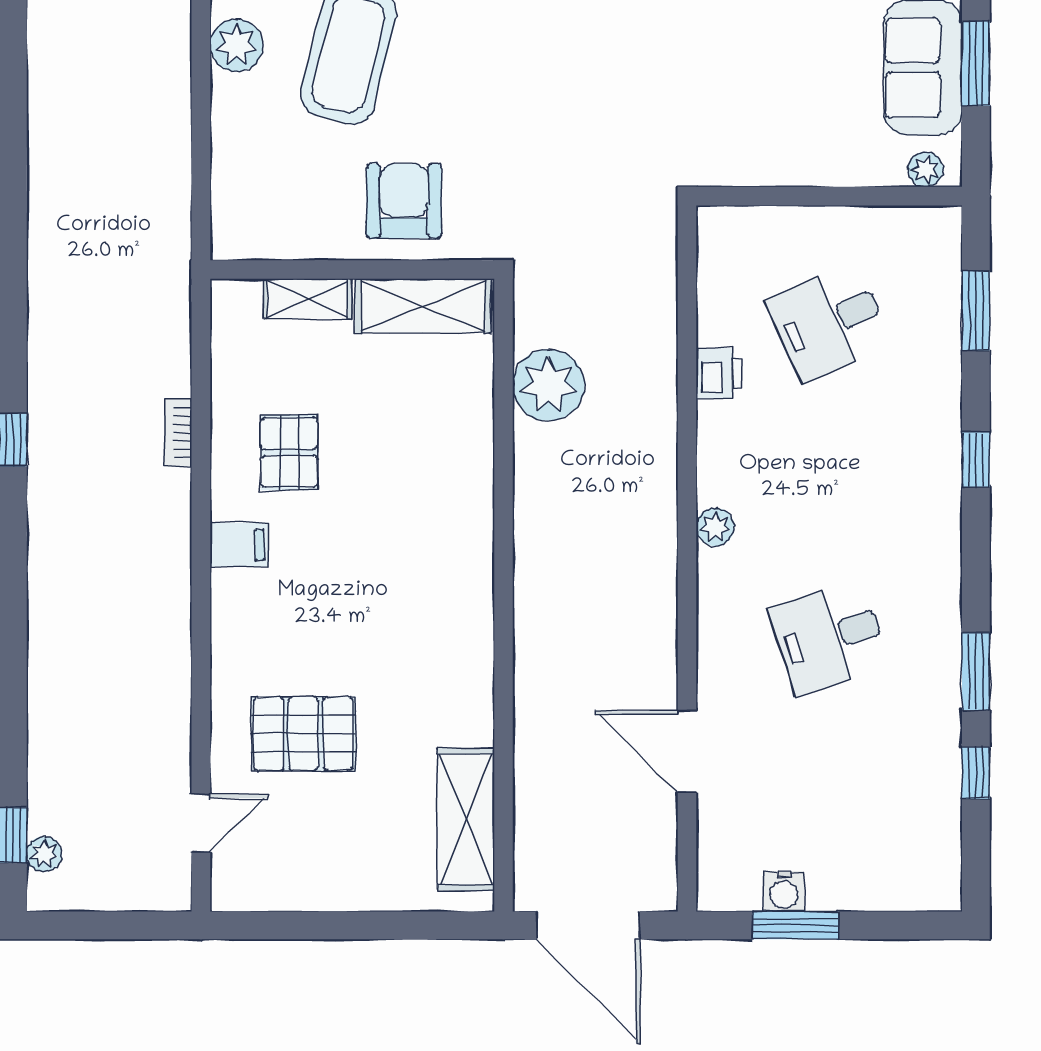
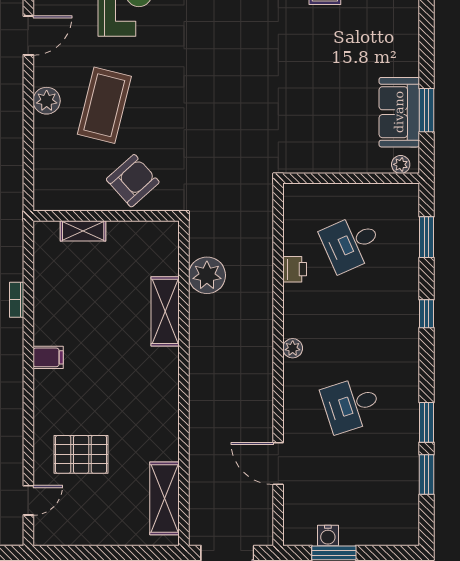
armchair: (404, 201) -> (133, 181), turned 48
shelving: (423, 306) -> (165, 311), moved, turned 90
pallet: (289, 452) -> (74, 310), removed
window: (976, 773) -> (427, 475), width x1.50

